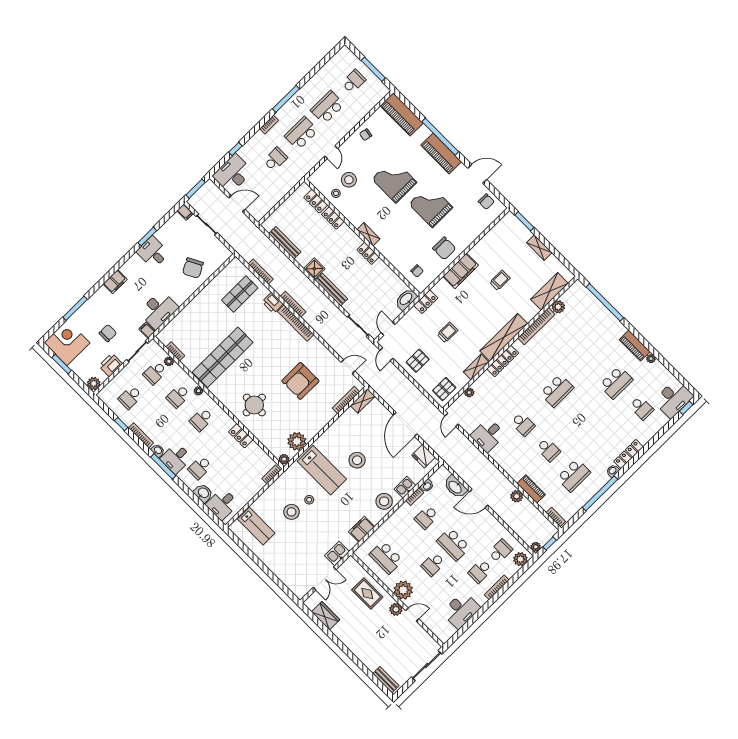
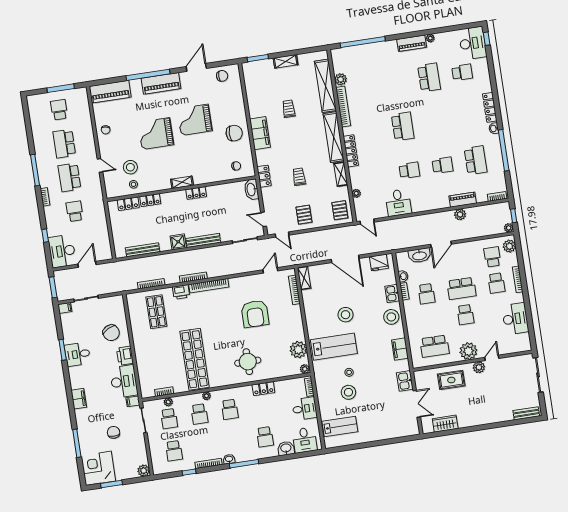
shelving: (549, 291) -> (325, 86), width x1.47
printer: (111, 365) -> (125, 356), moved
desk: (176, 458) -> (305, 409), moved, turned -90

